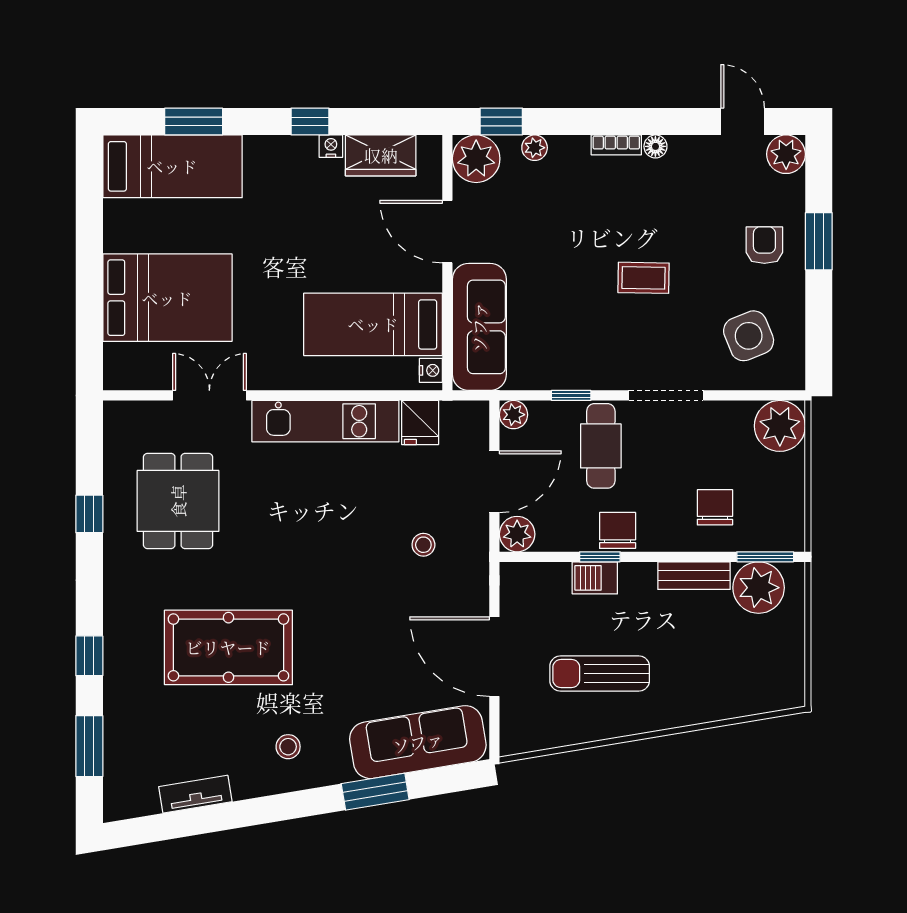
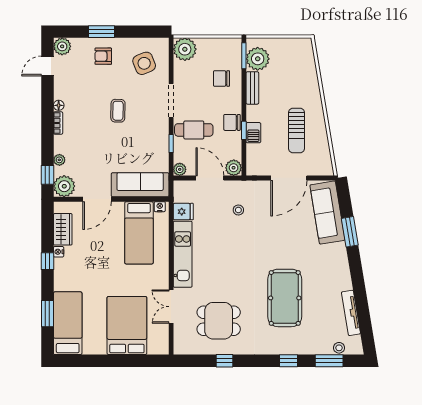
stool: (288, 747) -> (339, 348), moved
tv unit: (195, 794) -> (351, 313), width x1.41

